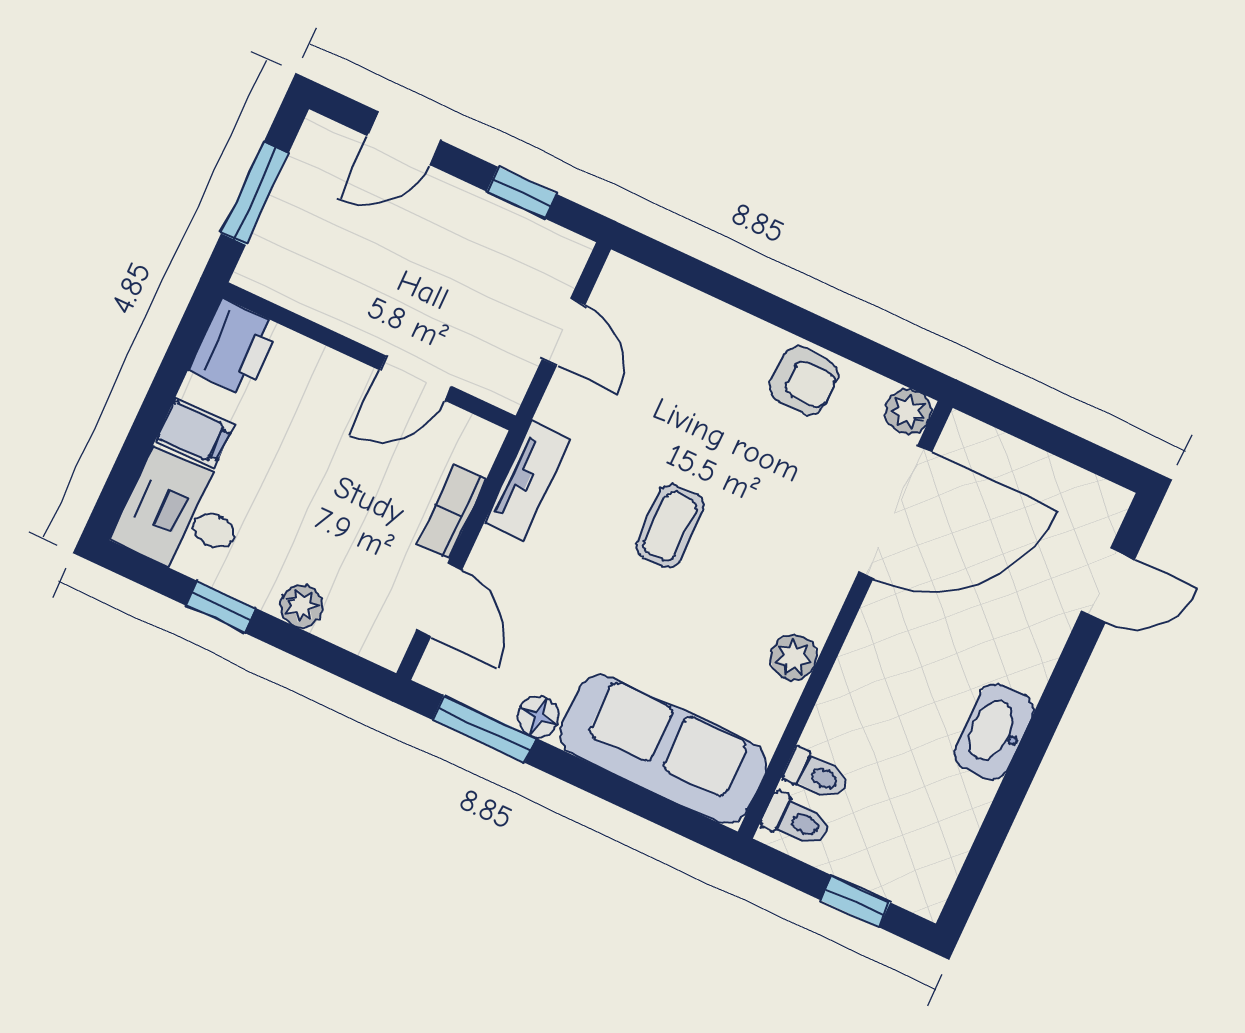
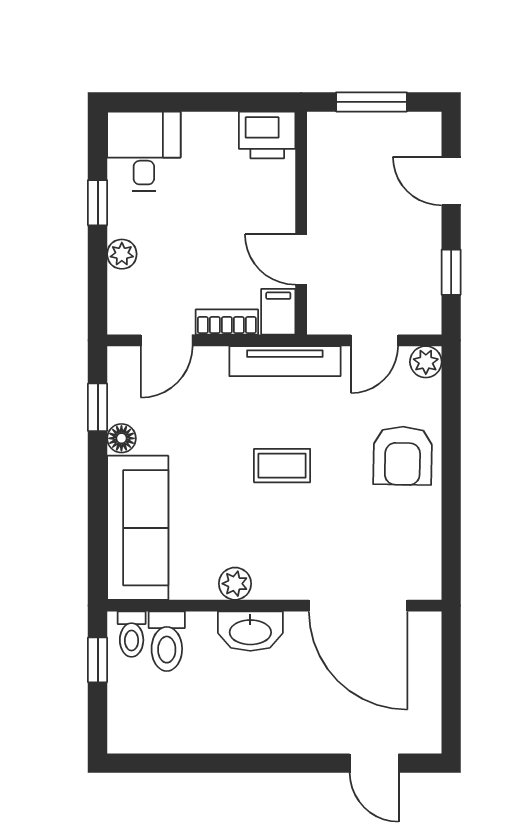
armchair: (804, 381) -> (403, 456), moved, width x1.38, depth x1.38
plant: (908, 412) -> (426, 362), moved
filing cabinet: (194, 433) -> (278, 312), moved, turned 180
tv unit: (527, 481) -> (285, 361), width x1.41
window: (484, 729) -> (98, 407), width x0.67
washbasin: (994, 732) -> (250, 631), moved, turned 180
toilet: (816, 775) -> (167, 641), width x1.37, depth x1.39
window: (855, 901) -> (98, 660), moved

